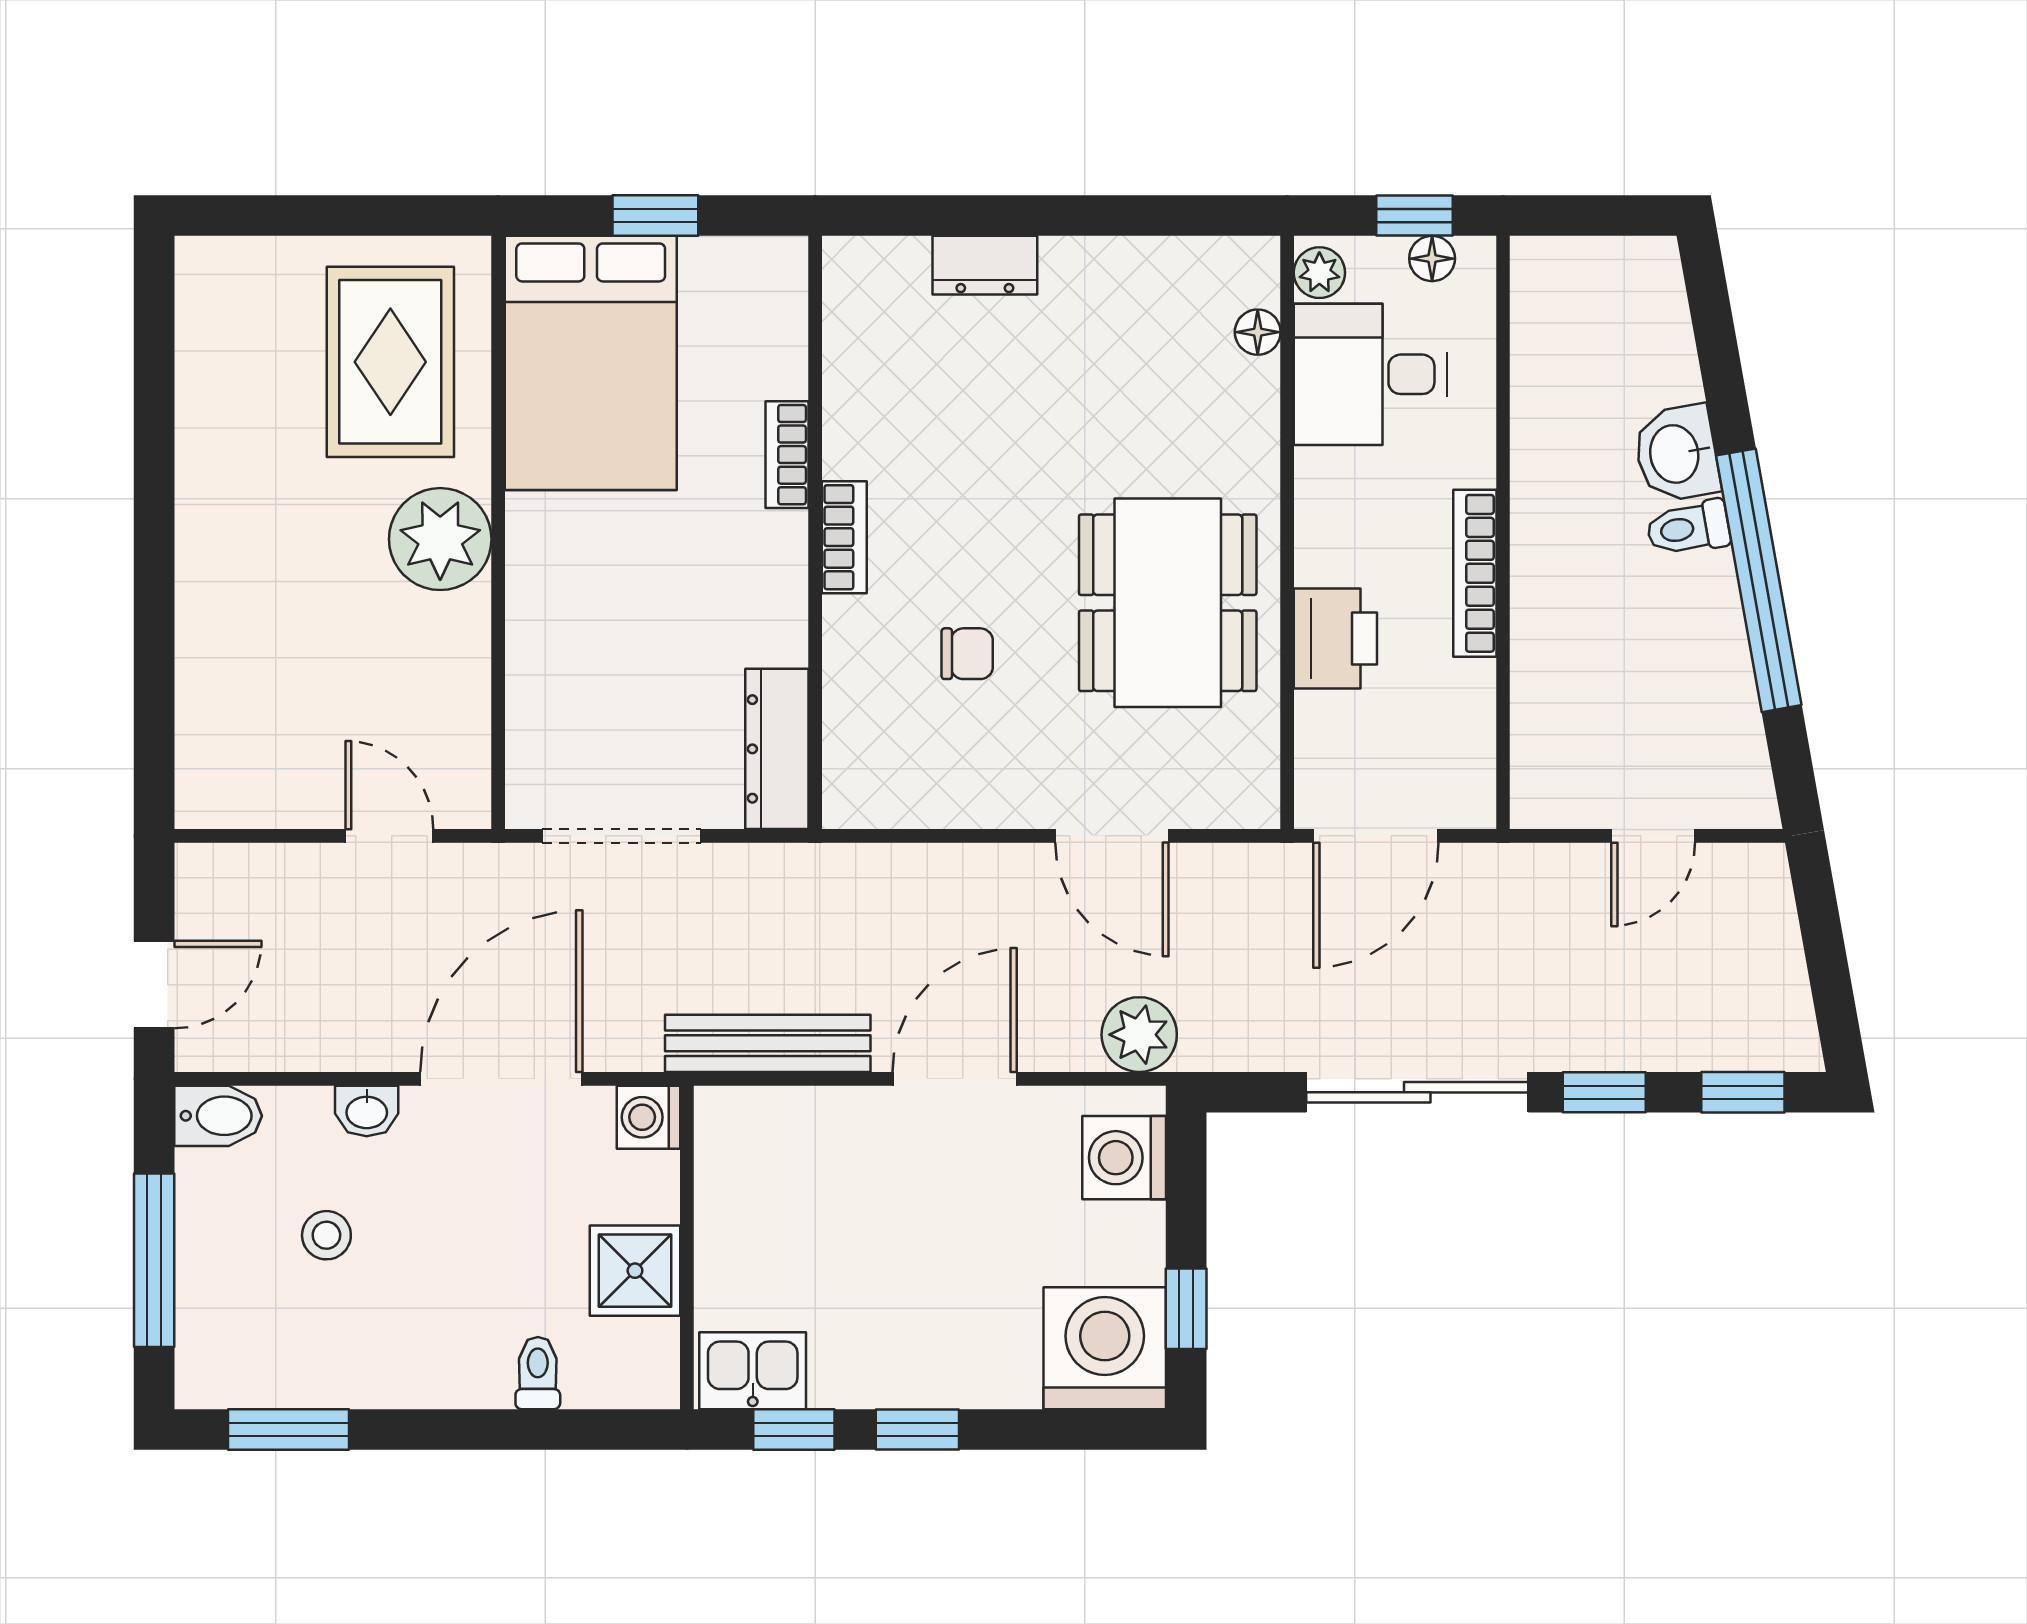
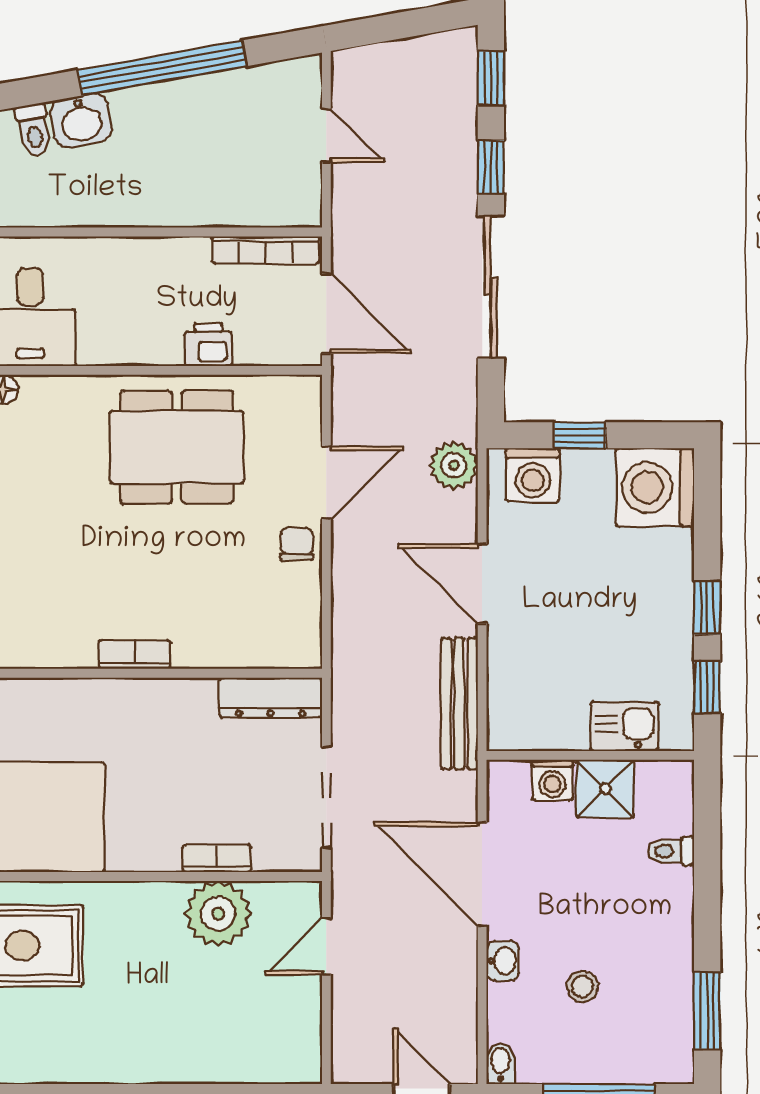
bookcase: (787, 455) -> (217, 858), moved, turned 180
toilet: (1688, 528) -> (34, 130), moved
plant: (440, 539) -> (218, 914), moved
bookcase: (1475, 573) -> (266, 250), moved
printer: (1335, 638) -> (208, 345), width x0.73, depth x0.81
chair: (967, 654) -> (297, 544), moved
bidet: (218, 1116) -> (500, 1064), width x0.72, depth x0.74
washing machine: (648, 1117) -> (552, 780), moved
window: (1186, 1309) -> (580, 435), moved
kitchen sink: (753, 1371) -> (625, 726), moved, turned 90

